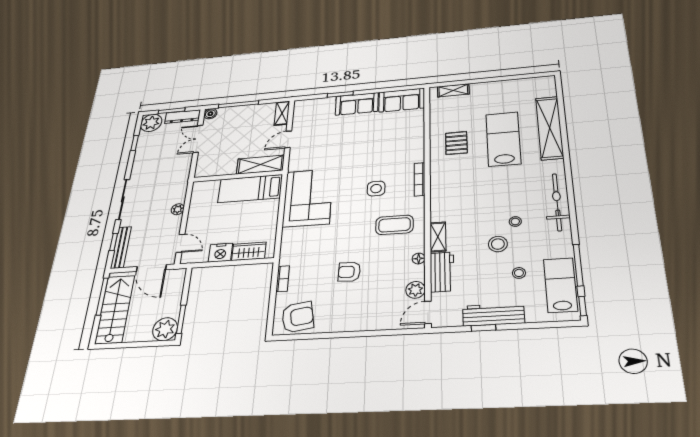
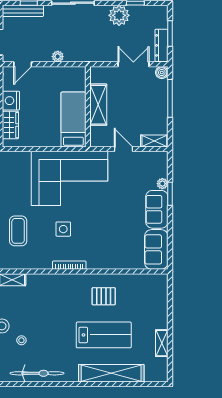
shelving: (453, 90) -> (162, 343), moved
plant: (329, 102) -> (162, 184), added
plant: (151, 123) -> (119, 15), moved
shelving: (260, 165) -> (98, 105), moved
corner sofa: (308, 198) -> (70, 178), width x1.36, depth x1.36
coffee table: (394, 225) -> (18, 231), moved

